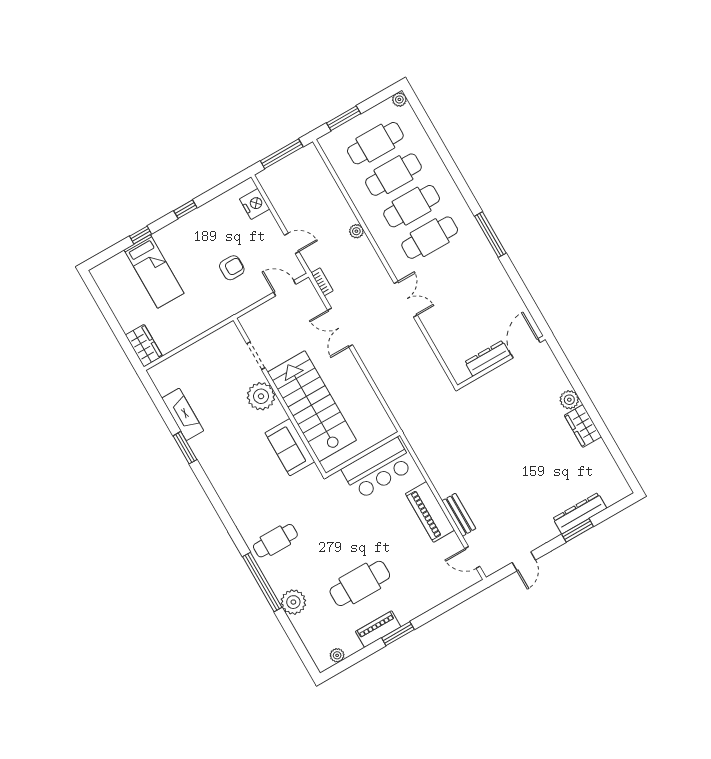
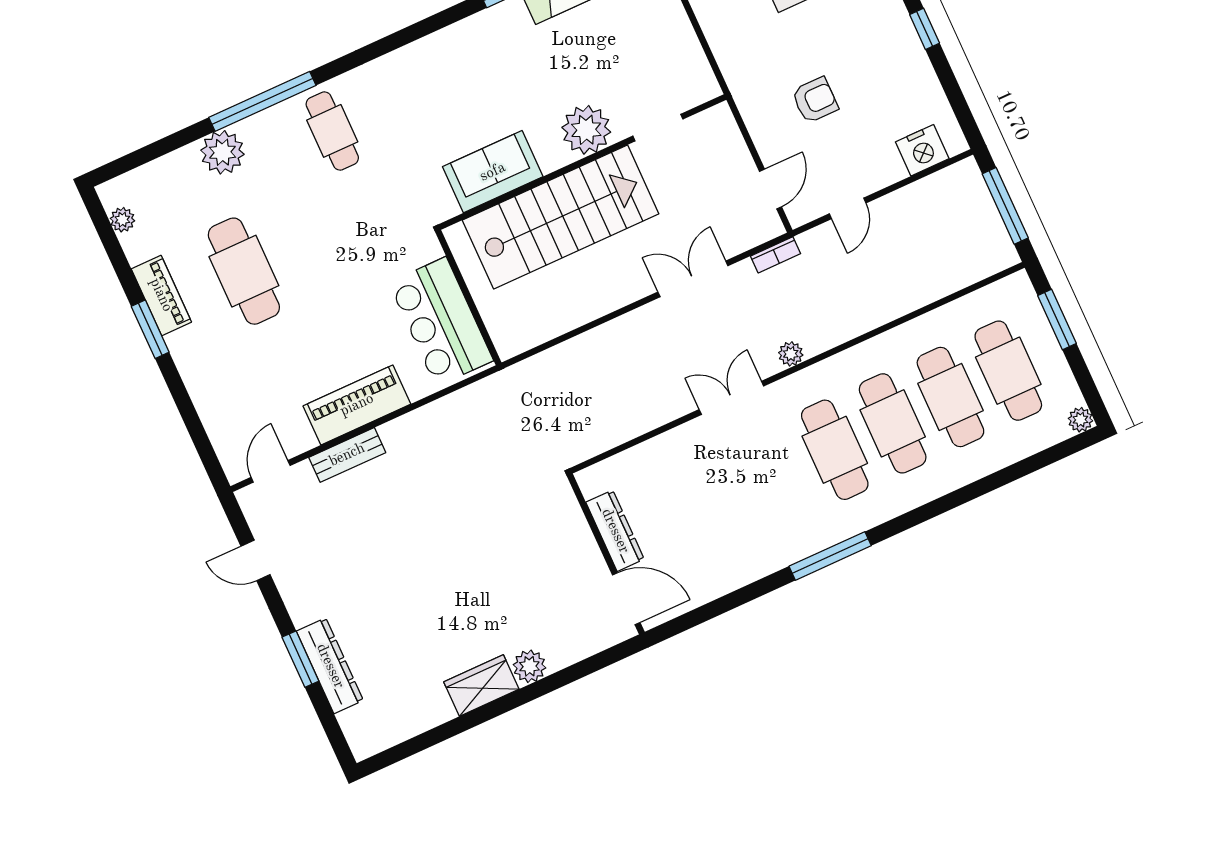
plant: (356, 231) -> (791, 354), moved
armchair: (232, 268) -> (815, 100), turned -90
double door: (406, 299) -> (731, 398), swing flipped

